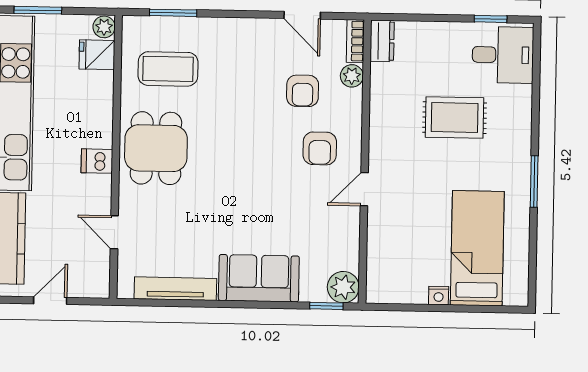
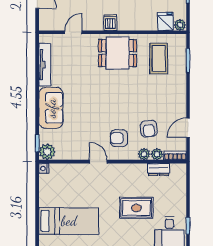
dresser: (382, 41) -> (159, 170), moved
armchair: (303, 91) -> (149, 129), turned -96
plant: (351, 101) -> (144, 154), added
rug: (455, 117) -> (136, 208), turned 90
nightstand: (439, 296) -> (44, 169), moved

